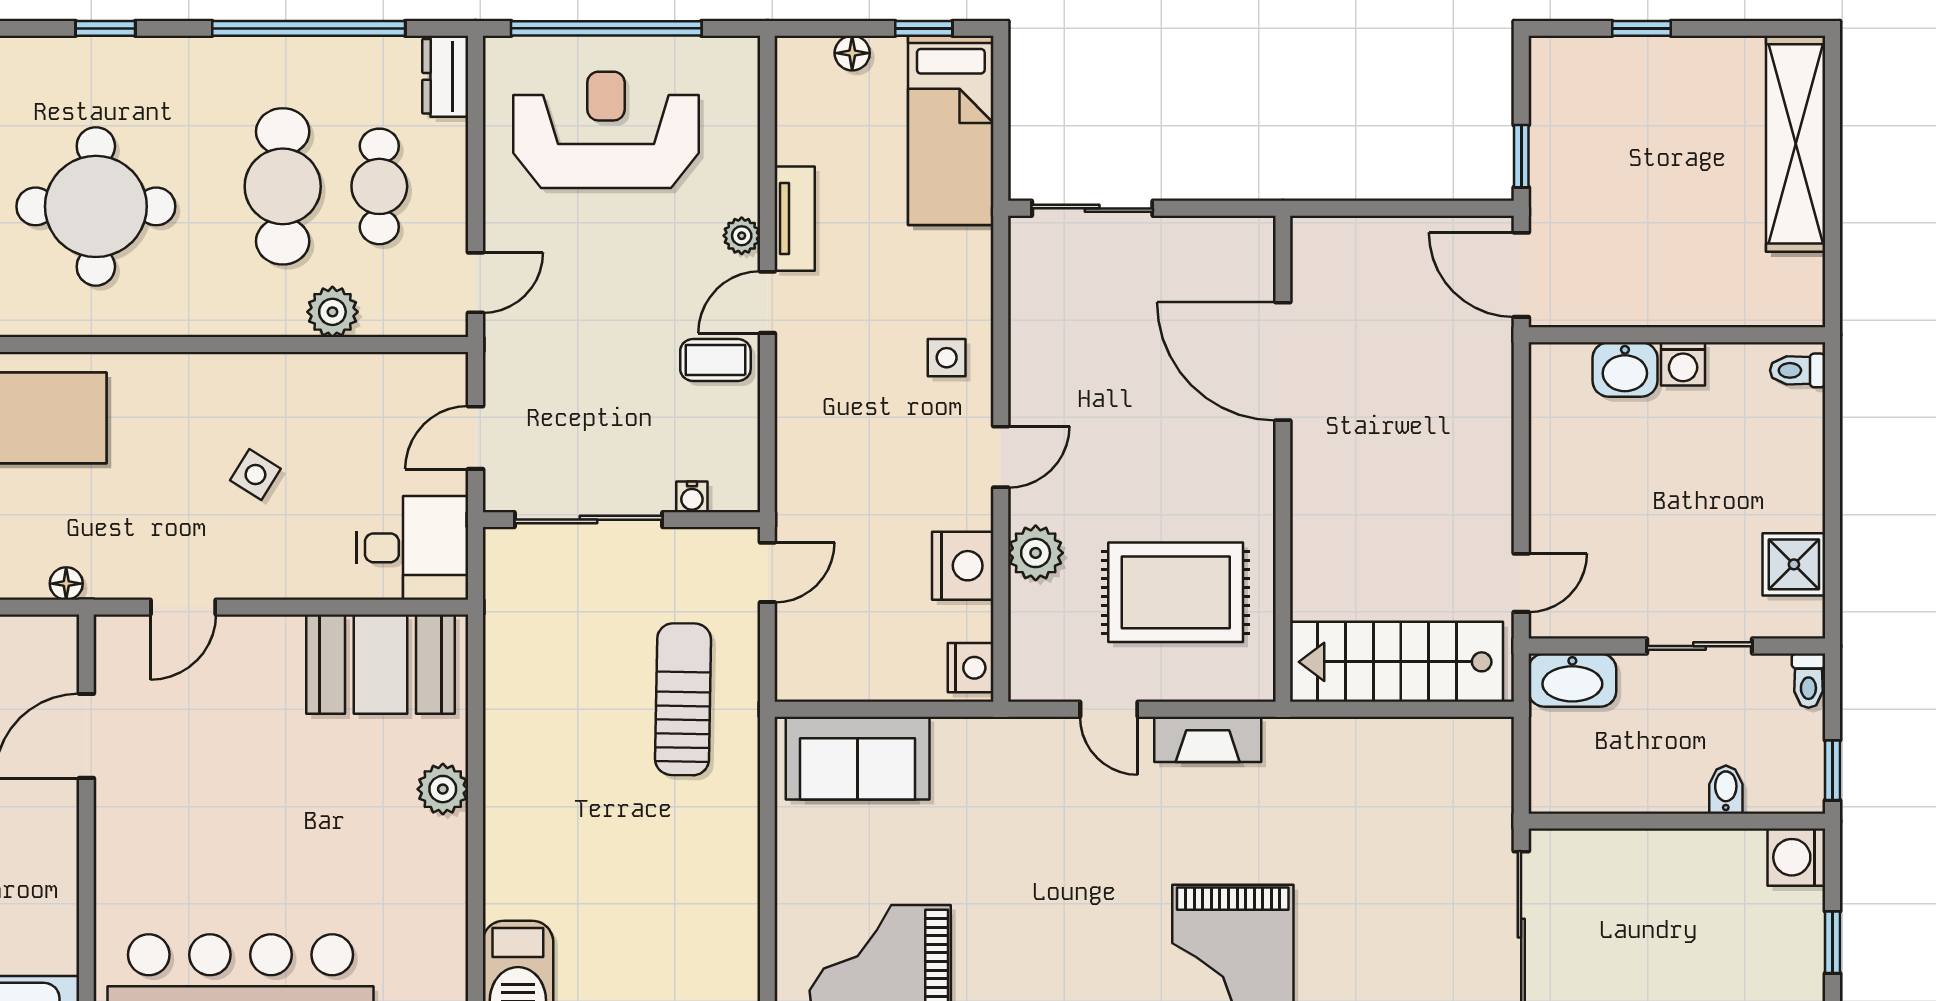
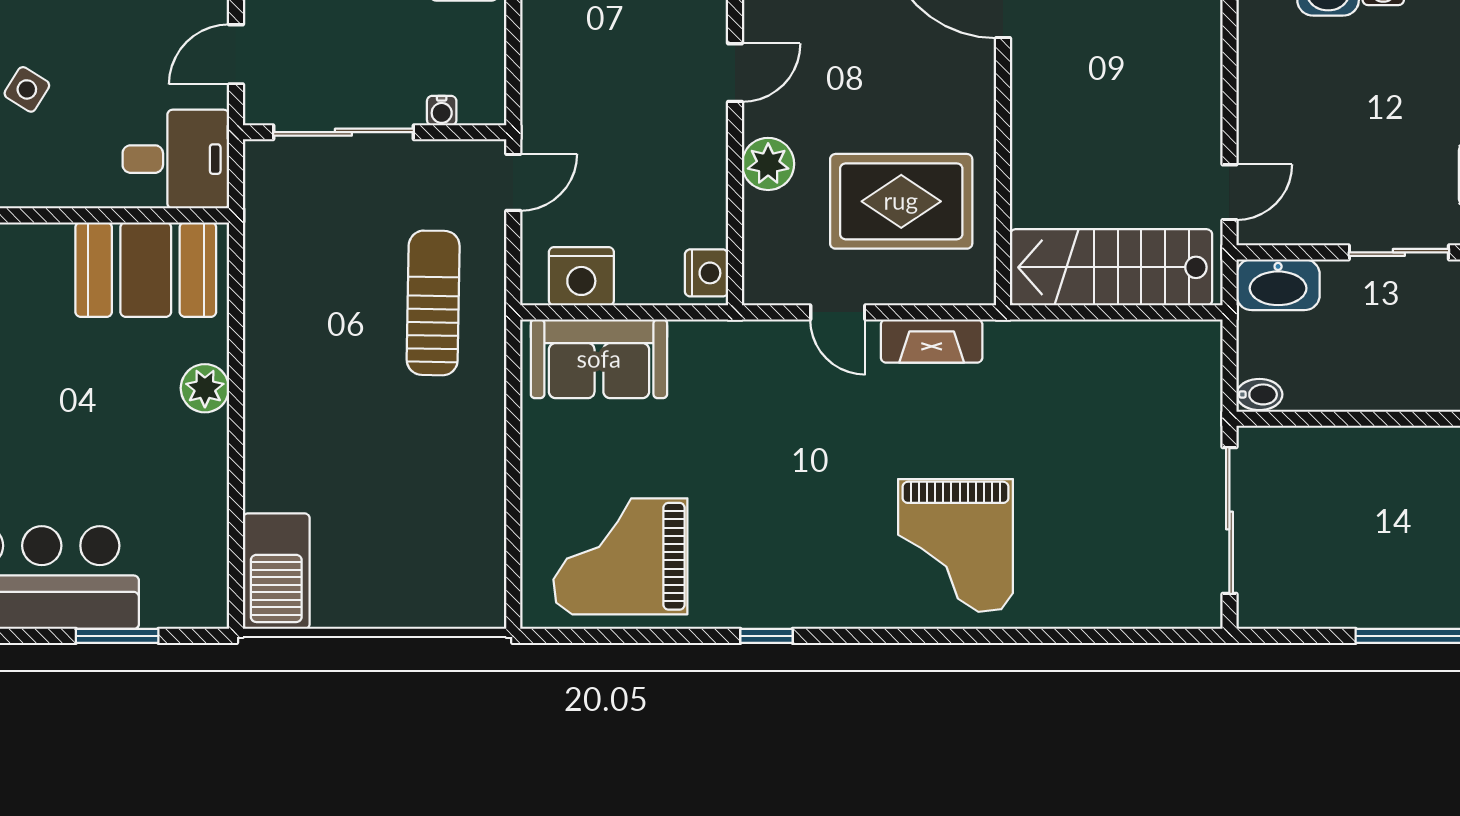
nightstand: (963, 566) -> (581, 276), moved, turned 90
bidet: (1726, 790) -> (1259, 394), moved, turned 90

